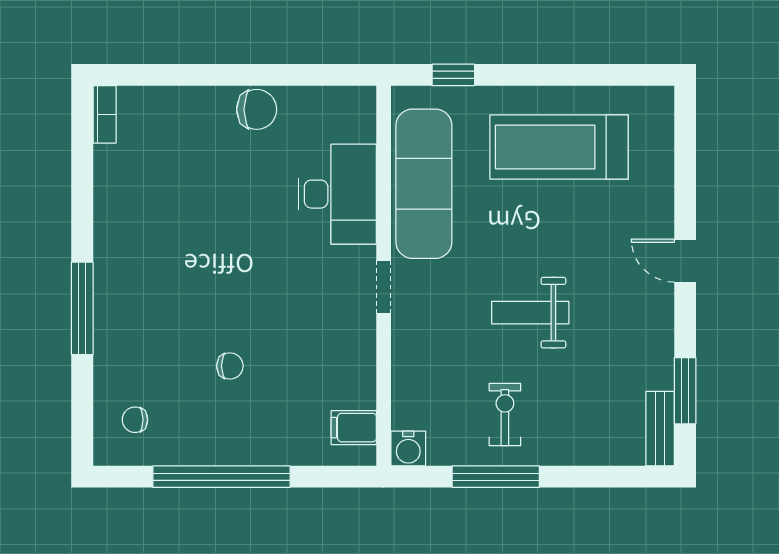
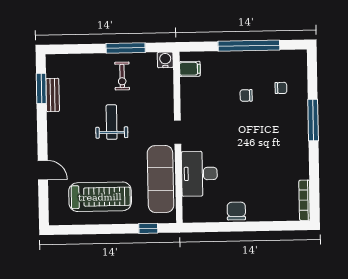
chair: (257, 109) -> (236, 211), turned 90
bookcase: (105, 114) -> (305, 200), width x1.56
door: (685, 261) -> (43, 170), moved
weight bench: (530, 313) -> (112, 122), turned -90
chair: (135, 420) -> (281, 88), moved
bench: (660, 429) -> (53, 95), moved

